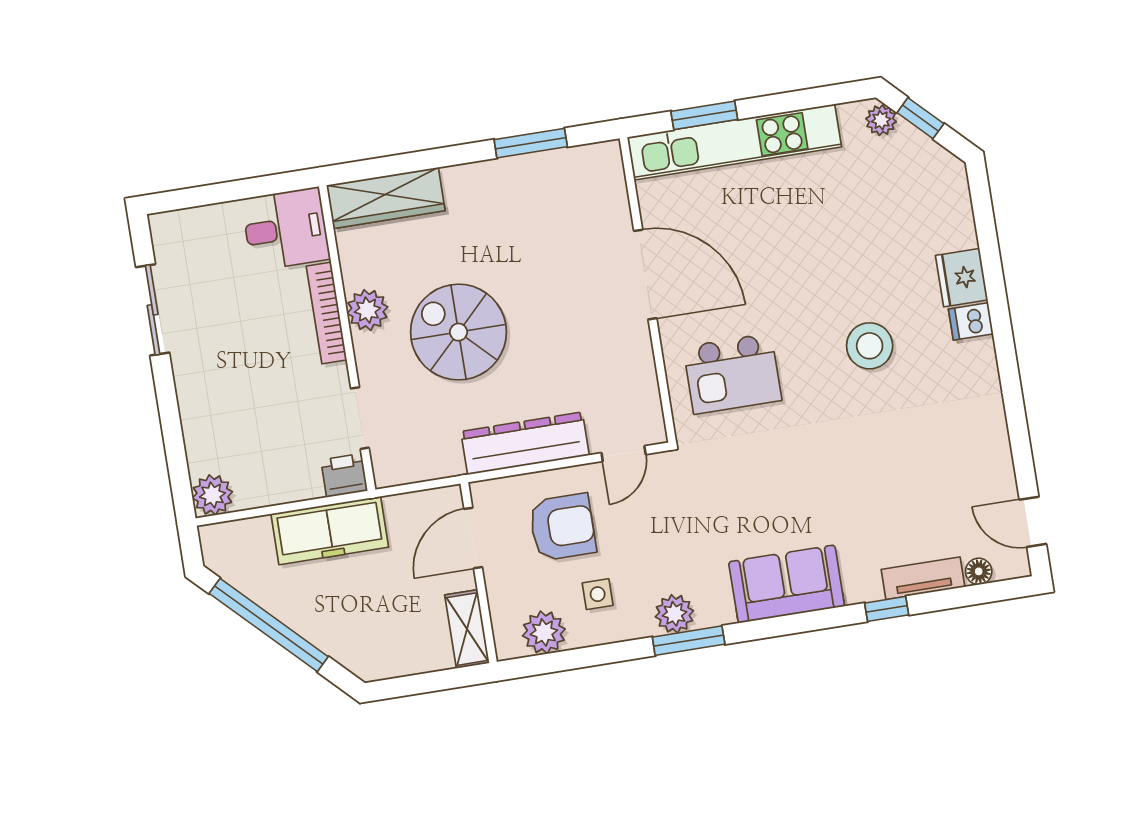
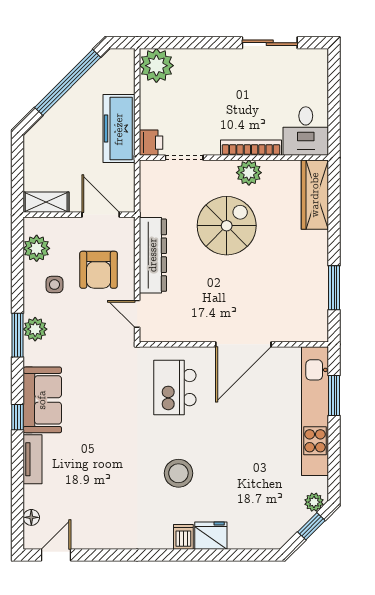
plant: (212, 495) -> (156, 66), width x1.36, depth x1.36
tv unit: (923, 578) -> (33, 459), moved
window: (887, 609) -> (18, 417), moved

